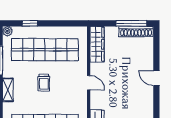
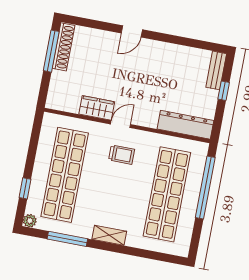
wardrobe: (97, 44) -> (97, 108), moved, width x0.67
trolley: (44, 83) -> (122, 155), moved

